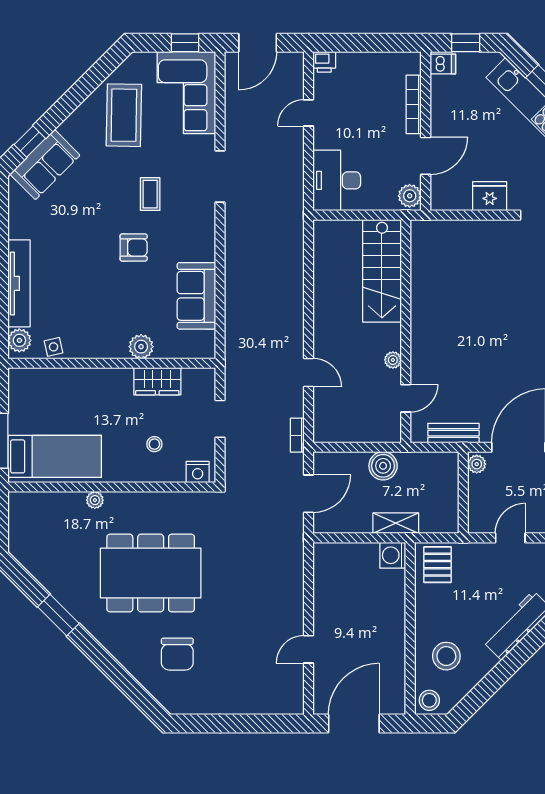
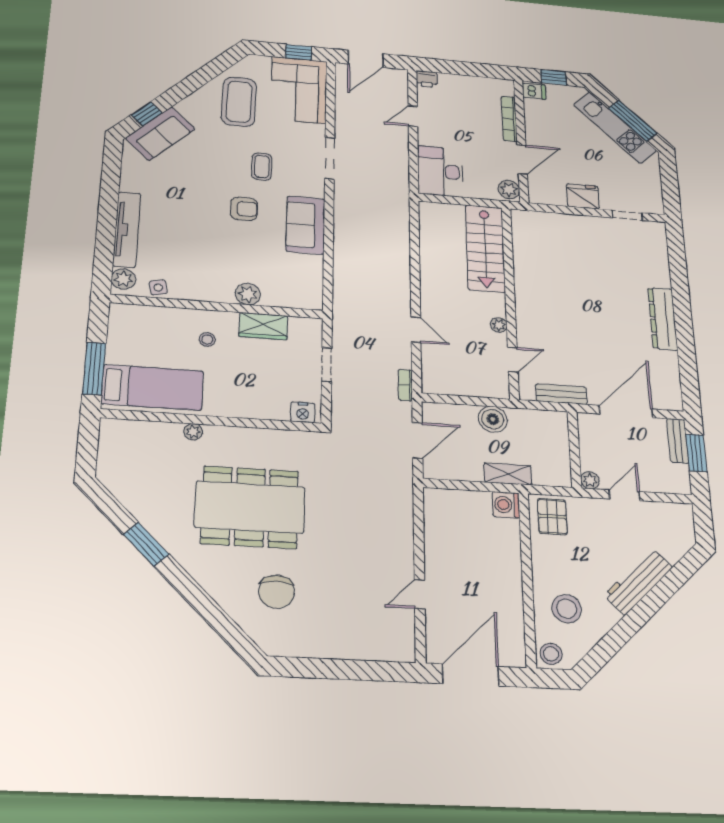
sofa: (196, 296) -> (305, 225), moved
stool: (154, 444) -> (207, 339), moved
plant: (477, 464) -> (590, 480), moved

